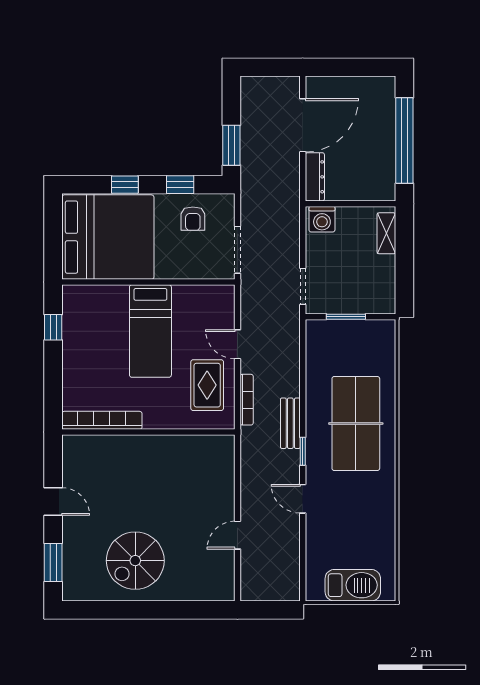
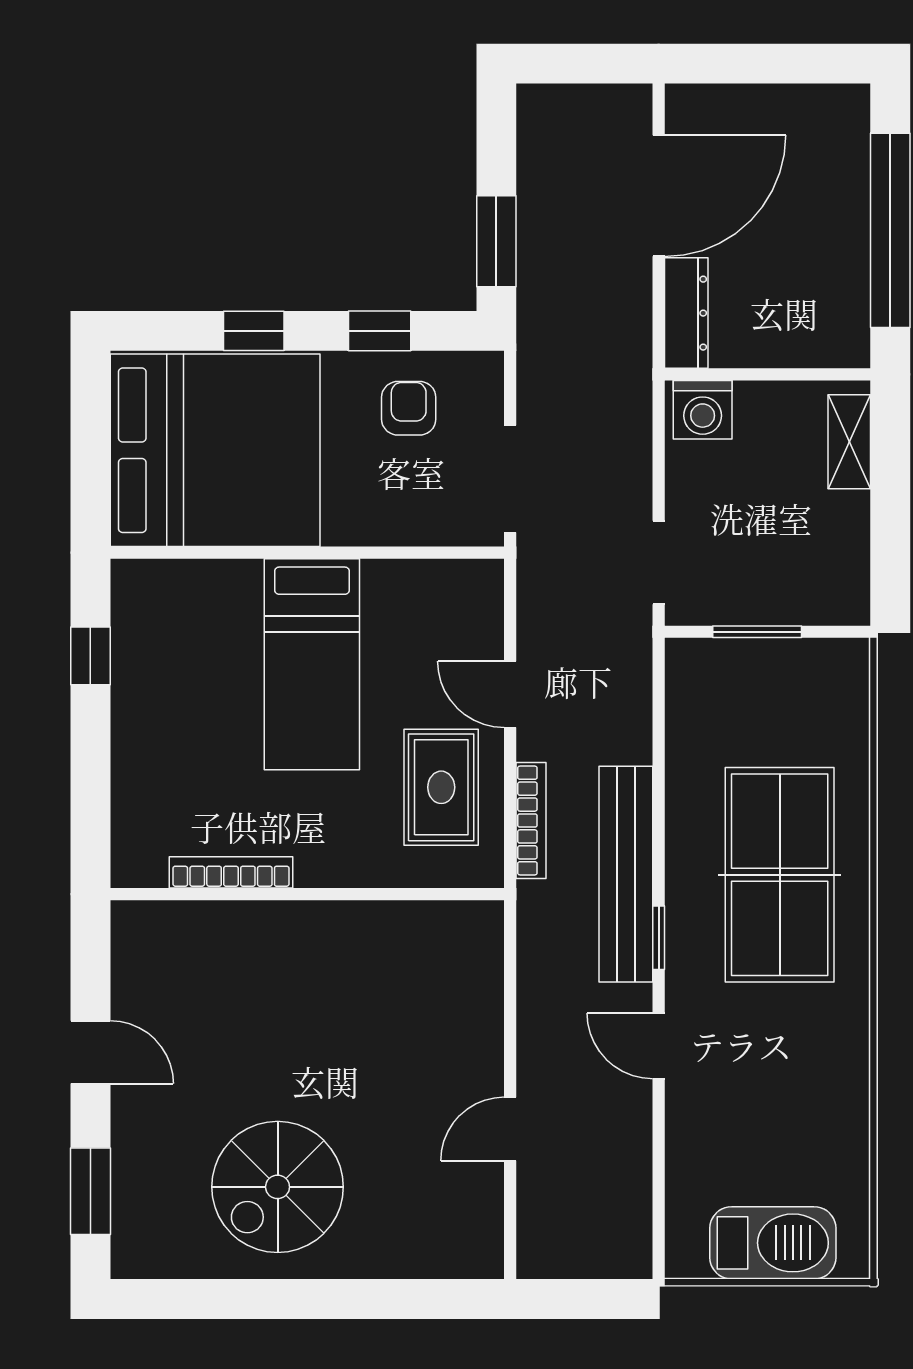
armchair: (193, 219) -> (409, 408), turned 180
bookcase: (102, 420) -> (231, 872), width x0.68, depth x0.76
bench: (290, 423) -> (626, 874), width x1.86, depth x1.21

